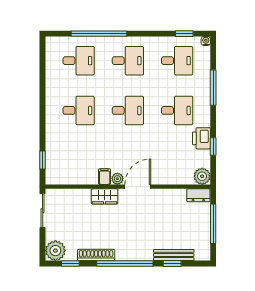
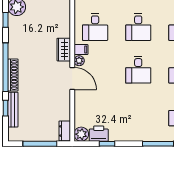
desk: (177, 110) -> (95, 27), moved
printer: (201, 138) -> (99, 134), moved
shoe rack: (96, 255) -> (13, 75), moved

